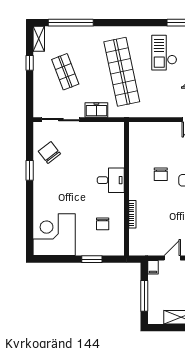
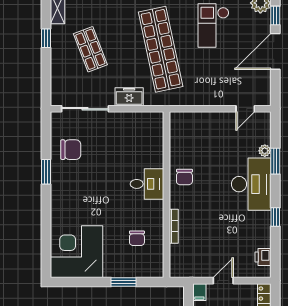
chair: (49, 153) -> (71, 150), turned 128
chair: (161, 174) -> (184, 177), moved

